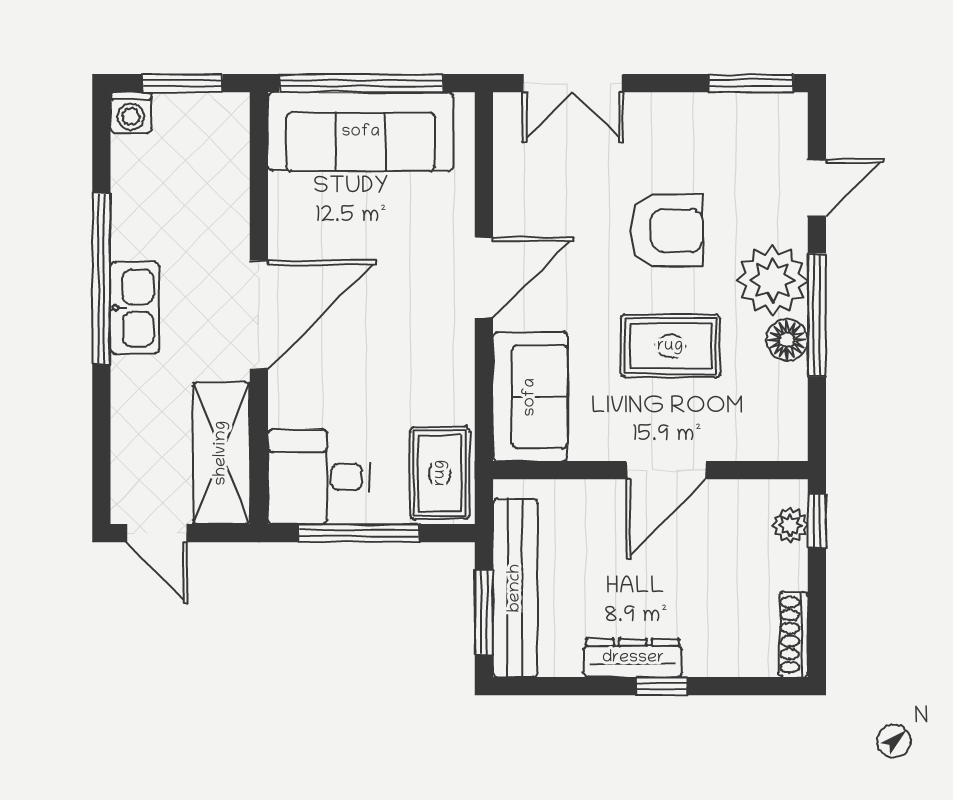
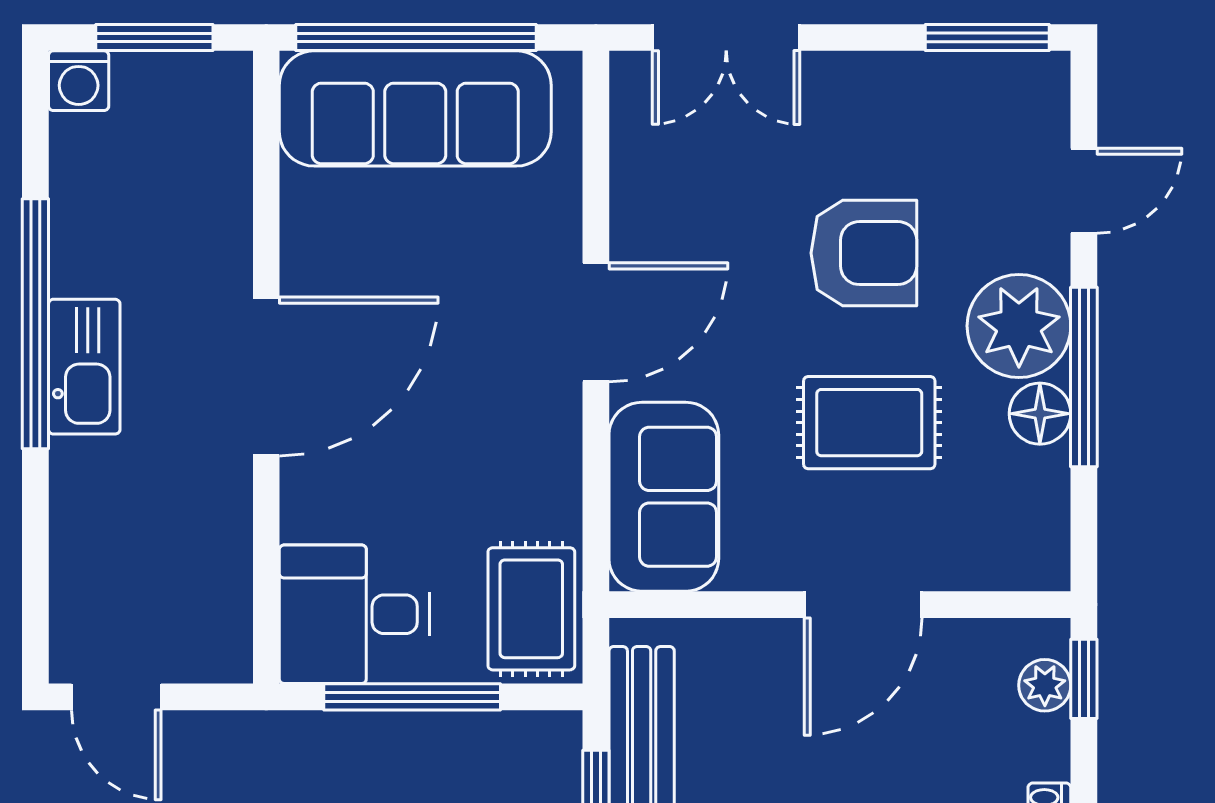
shelving: (221, 453) -> (211, 580), removed

